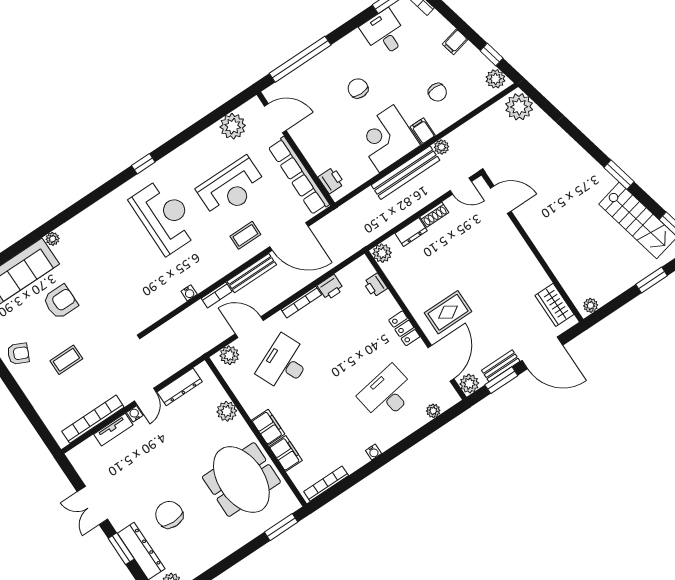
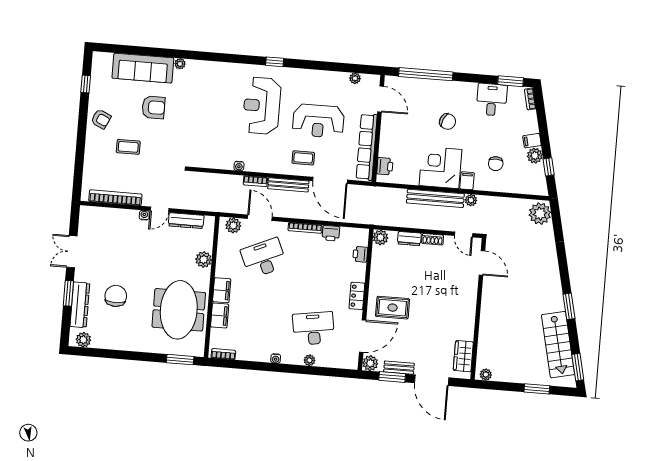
plant: (495, 79) -> (535, 156), moved
chair: (358, 88) -> (448, 122), turned 114
plant: (233, 126) -> (355, 78), width x0.53, depth x0.53
reception desk: (165, 216) -> (262, 106), turned 180
plant: (433, 411) -> (310, 360), moved
tv unit: (113, 430) -> (123, 214), removed
bookcase: (326, 484) -> (223, 354), width x0.64

